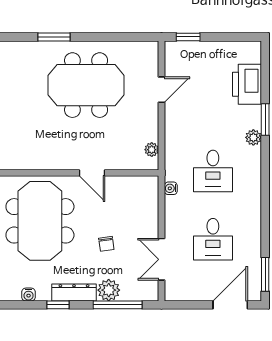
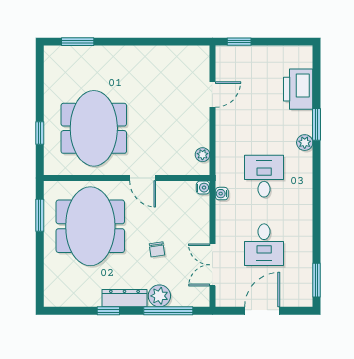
window: (54, 37) -> (78, 42), moved
meeting table: (86, 85) -> (94, 128), moved, turned 90
desk: (213, 171) -> (264, 176), turned 180
water cooler: (29, 295) -> (203, 188), moved, turned -90
door: (230, 305) -> (262, 311), moved

